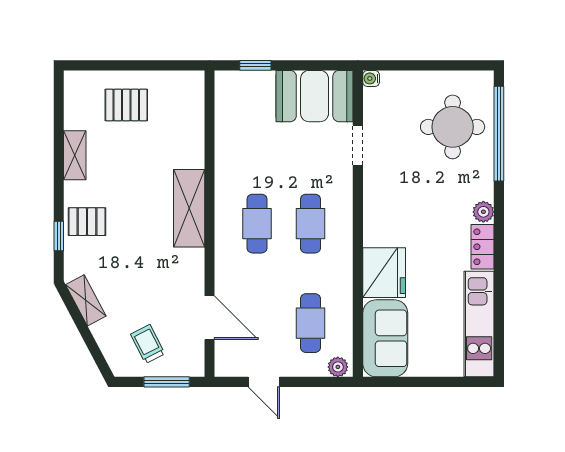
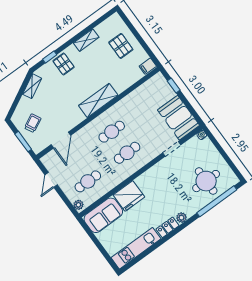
filing cabinet: (192, 85) -> (148, 66), added

